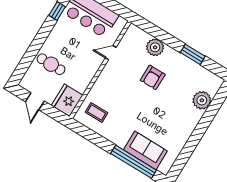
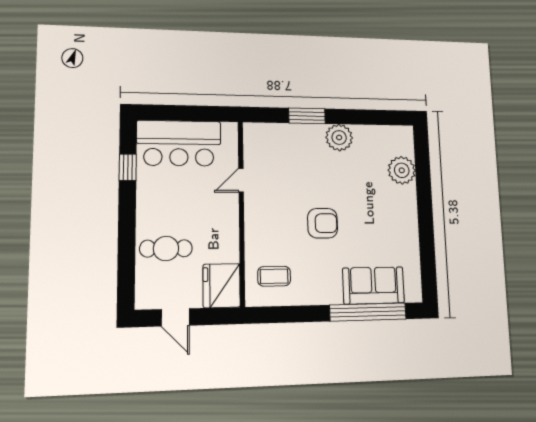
plant: (155, 47) -> (339, 138), moved
window: (193, 54) -> (307, 116), moved
armchair: (153, 77) -> (323, 223), moved, turned -90

